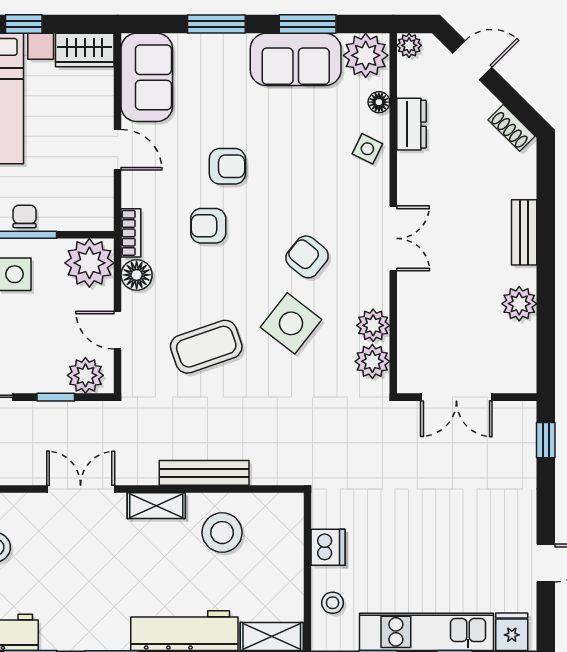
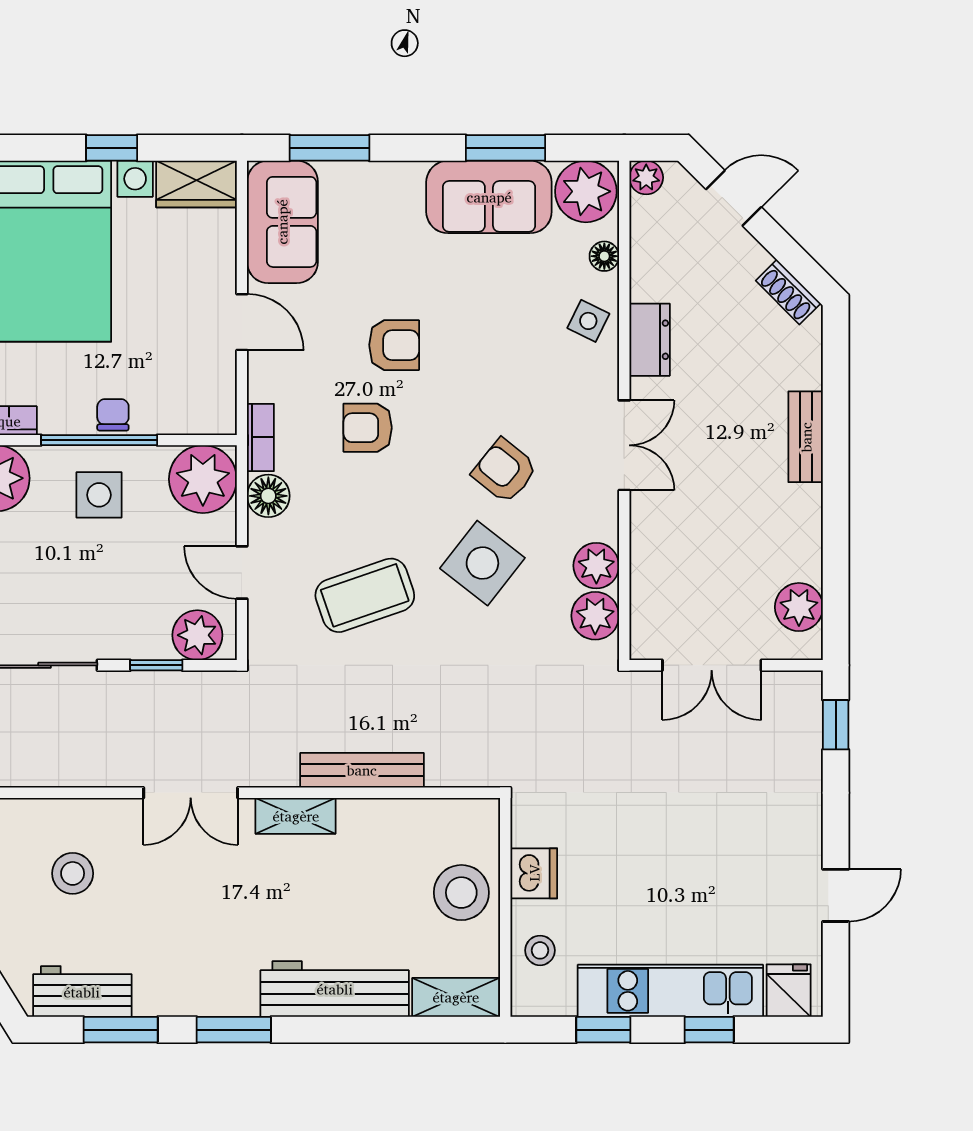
window: (216, 24) -> (330, 148), moved
dresser: (412, 124) -> (650, 340), moved
plant: (519, 304) -> (799, 607), moved
double door: (81, 489) -> (191, 793), swing flipped
stool: (222, 533) -> (461, 893), moved

